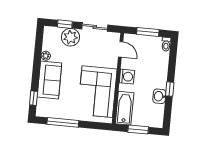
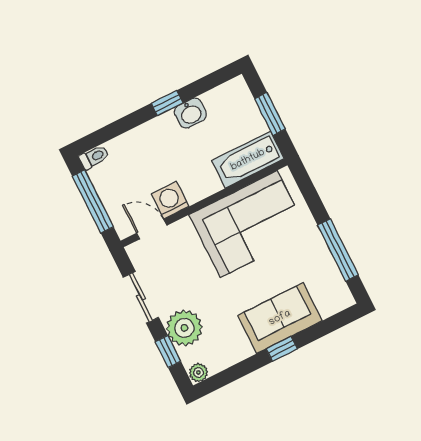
window: (148, 32) -> (93, 201), width x1.44
door: (121, 49) -> (152, 229), hinge flipped
plant: (46, 56) -> (198, 372), moved
washing machine: (127, 77) -> (170, 200), moved
window: (34, 98) -> (282, 349), moved

